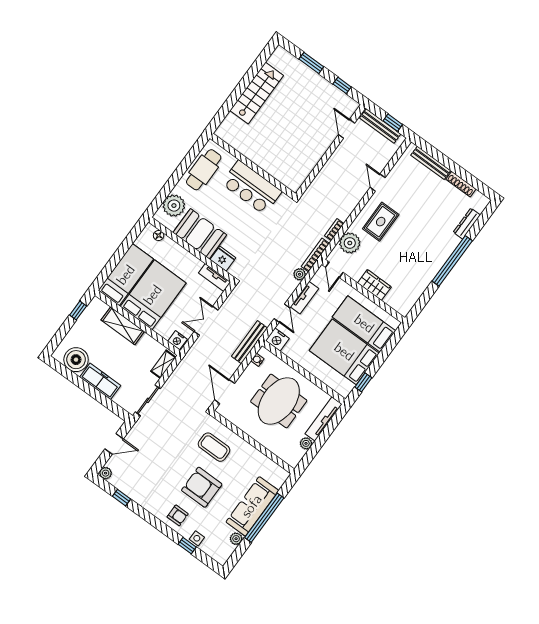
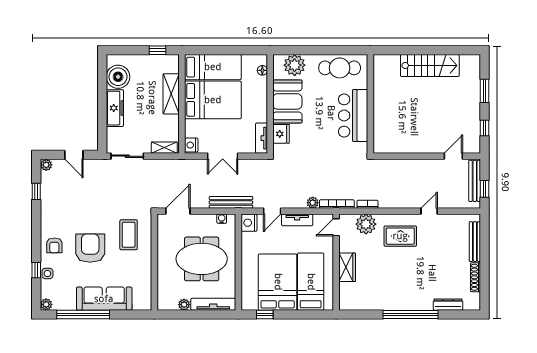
double door: (206, 321) -> (223, 156), swing flipped
window: (264, 518) -> (83, 314), moved
plant: (236, 539) -> (46, 304), moved

